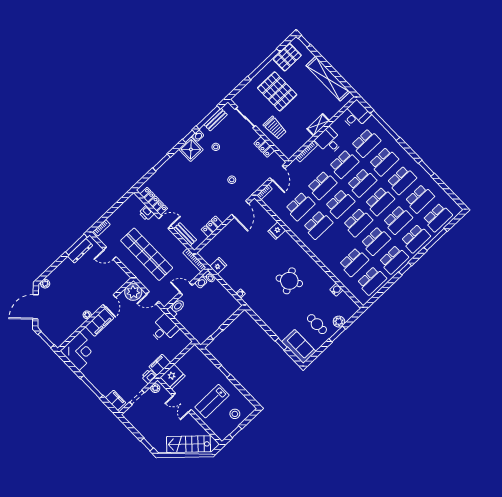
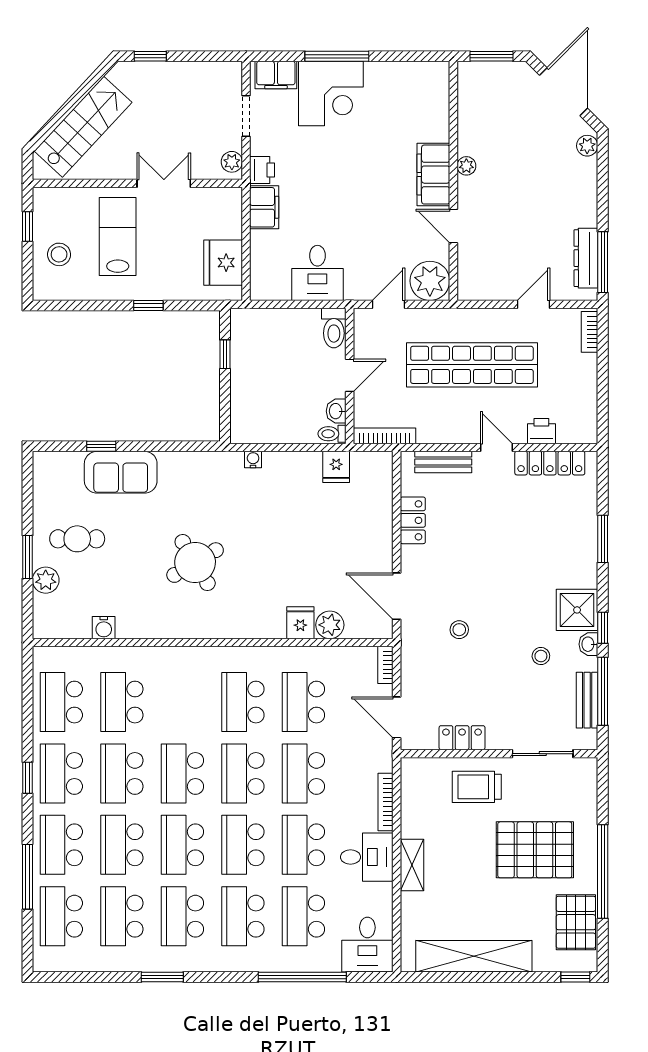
plant: (269, 221) -> (330, 625), added
door: (165, 222) -> (496, 447), swing flipped
sofa: (299, 346) -> (121, 472), moved
corner desk: (79, 351) -> (331, 94), moved, turned -90
fridge: (173, 377) -> (223, 263), moved

